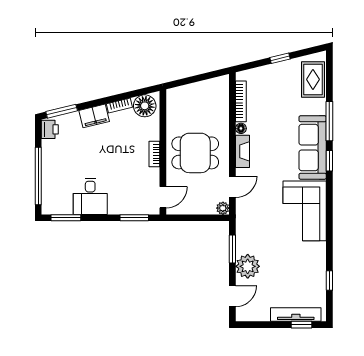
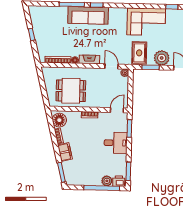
rug: (313, 79) -> (139, 53), moved, turned 90
printer: (50, 129) -> (119, 181), moved
dining table: (195, 153) -> (71, 91), moved, turned 90
plant: (50, 184) -> (107, 181), added
desk: (90, 196) -> (116, 143), moved
door: (163, 197) -> (117, 110), hinge flipped
corner sofa: (305, 211) -> (146, 22), moved

